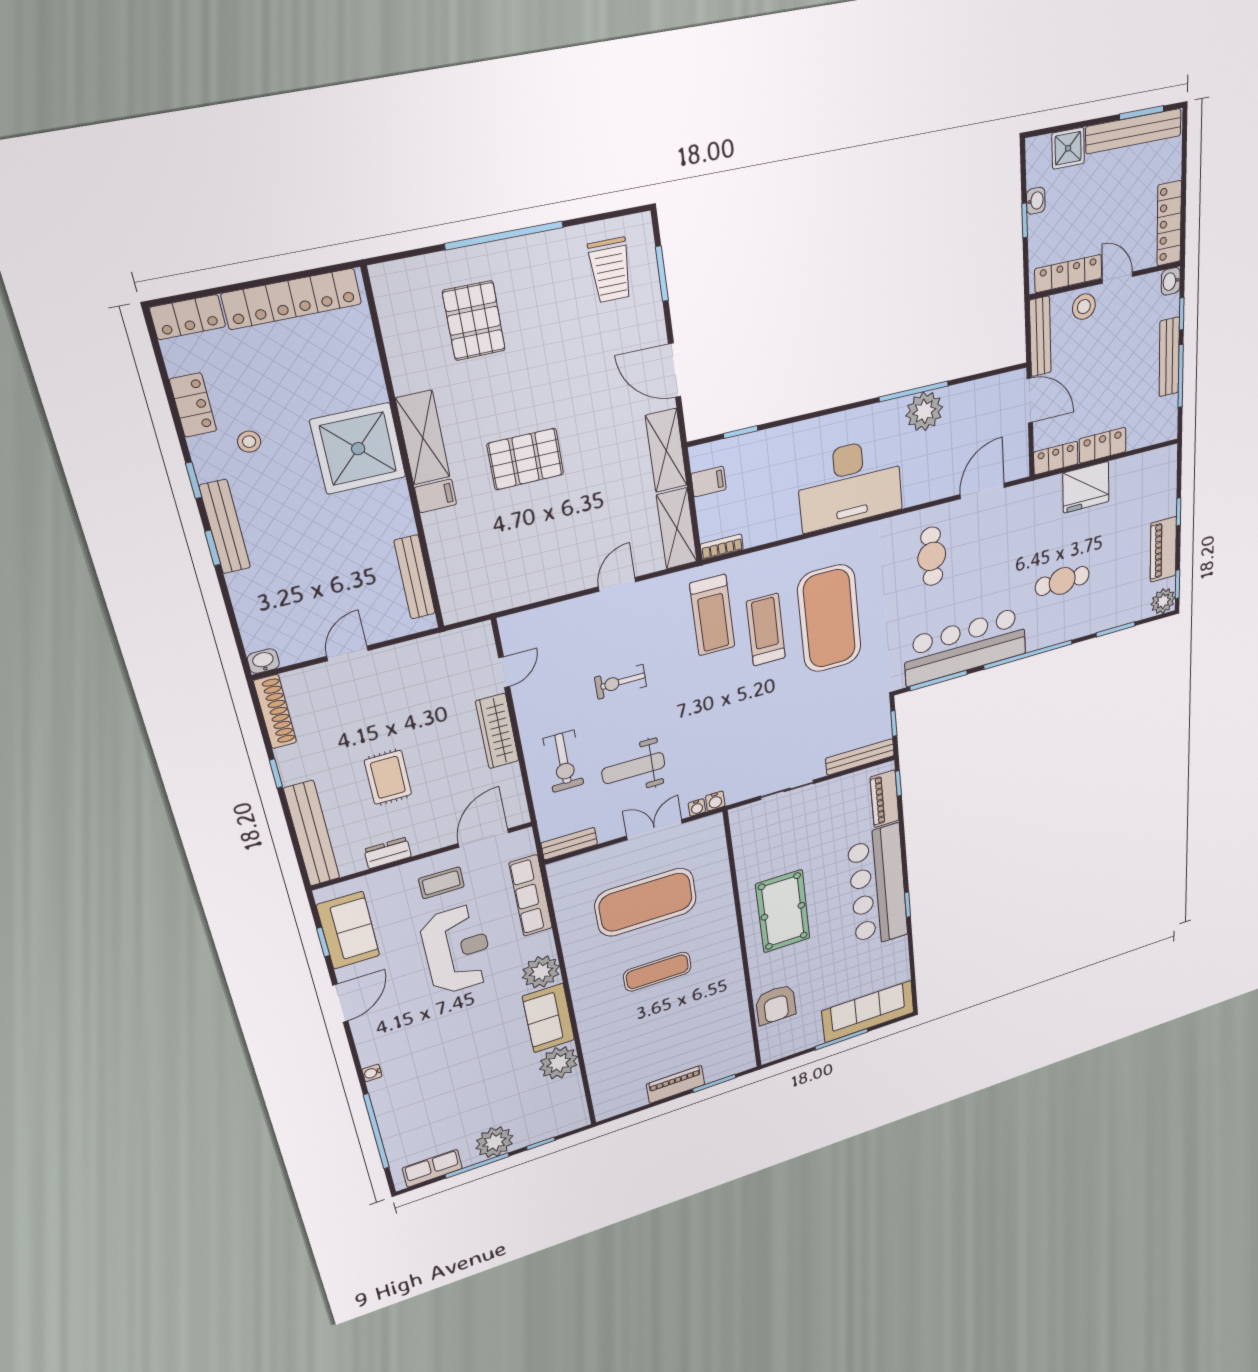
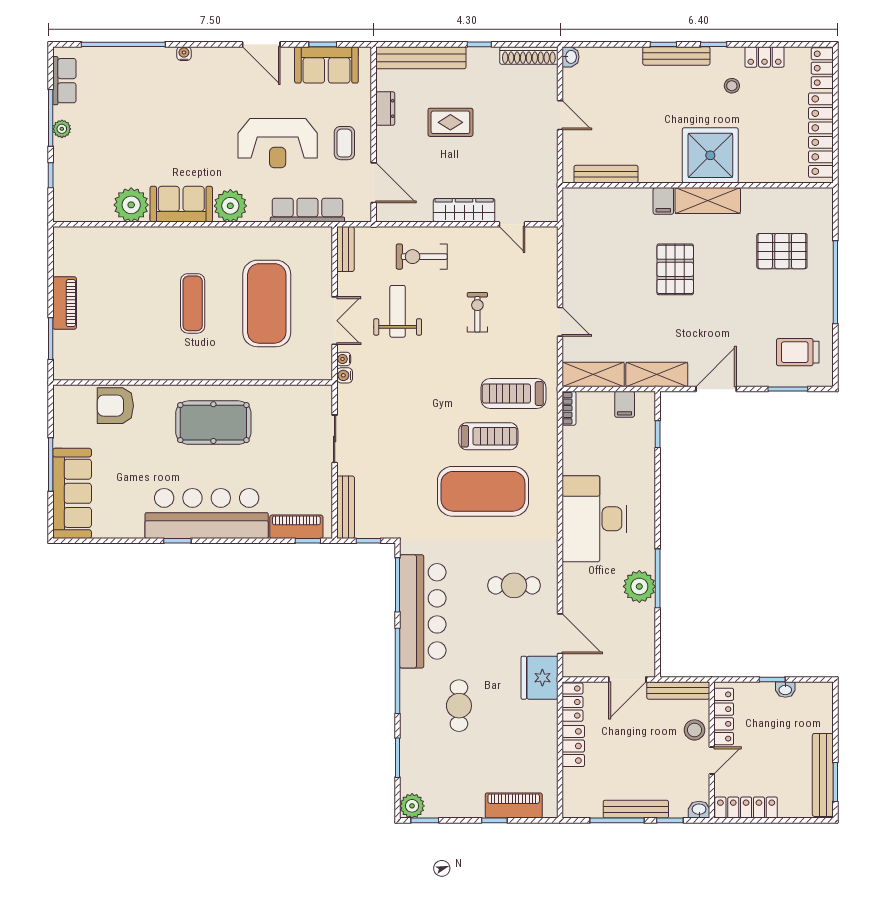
shower: (1068, 148) -> (820, 718), removed
fridge: (1086, 487) -> (540, 678), moved
piano: (1163, 550) -> (514, 806), moved
plant: (494, 1142) -> (62, 129), width x0.53, depth x0.53

